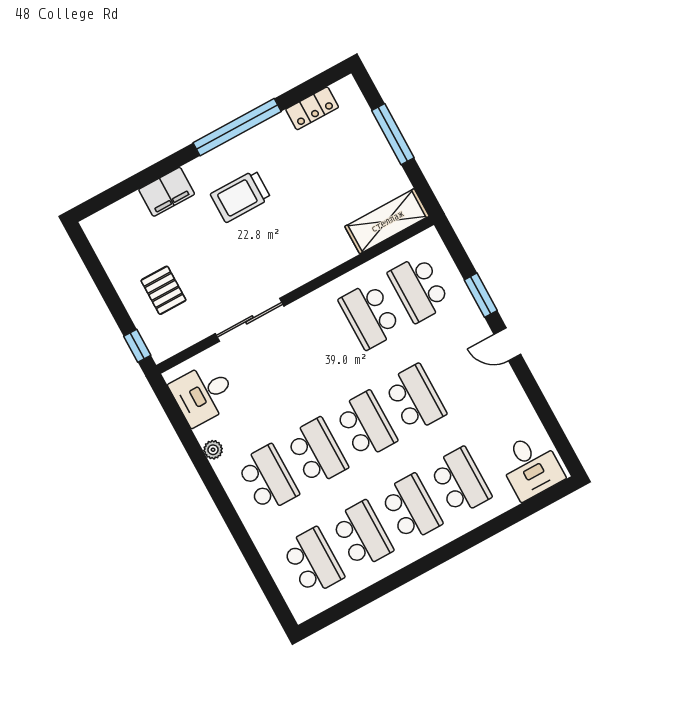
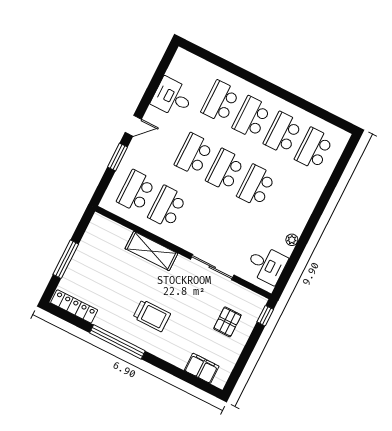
locker: (312, 108) -> (74, 306), width x1.53
filing cabinet: (167, 192) -> (202, 368), moved
shelving: (387, 221) -> (151, 251), moved
school desk: (419, 289) -> (136, 191), turned 180
school desk: (370, 315) -> (167, 207), turned 180
door: (507, 344) -> (133, 126), hinge flipped
desk: (531, 466) -> (172, 97), moved, turned -90
school desk: (268, 479) -> (287, 201), removed

